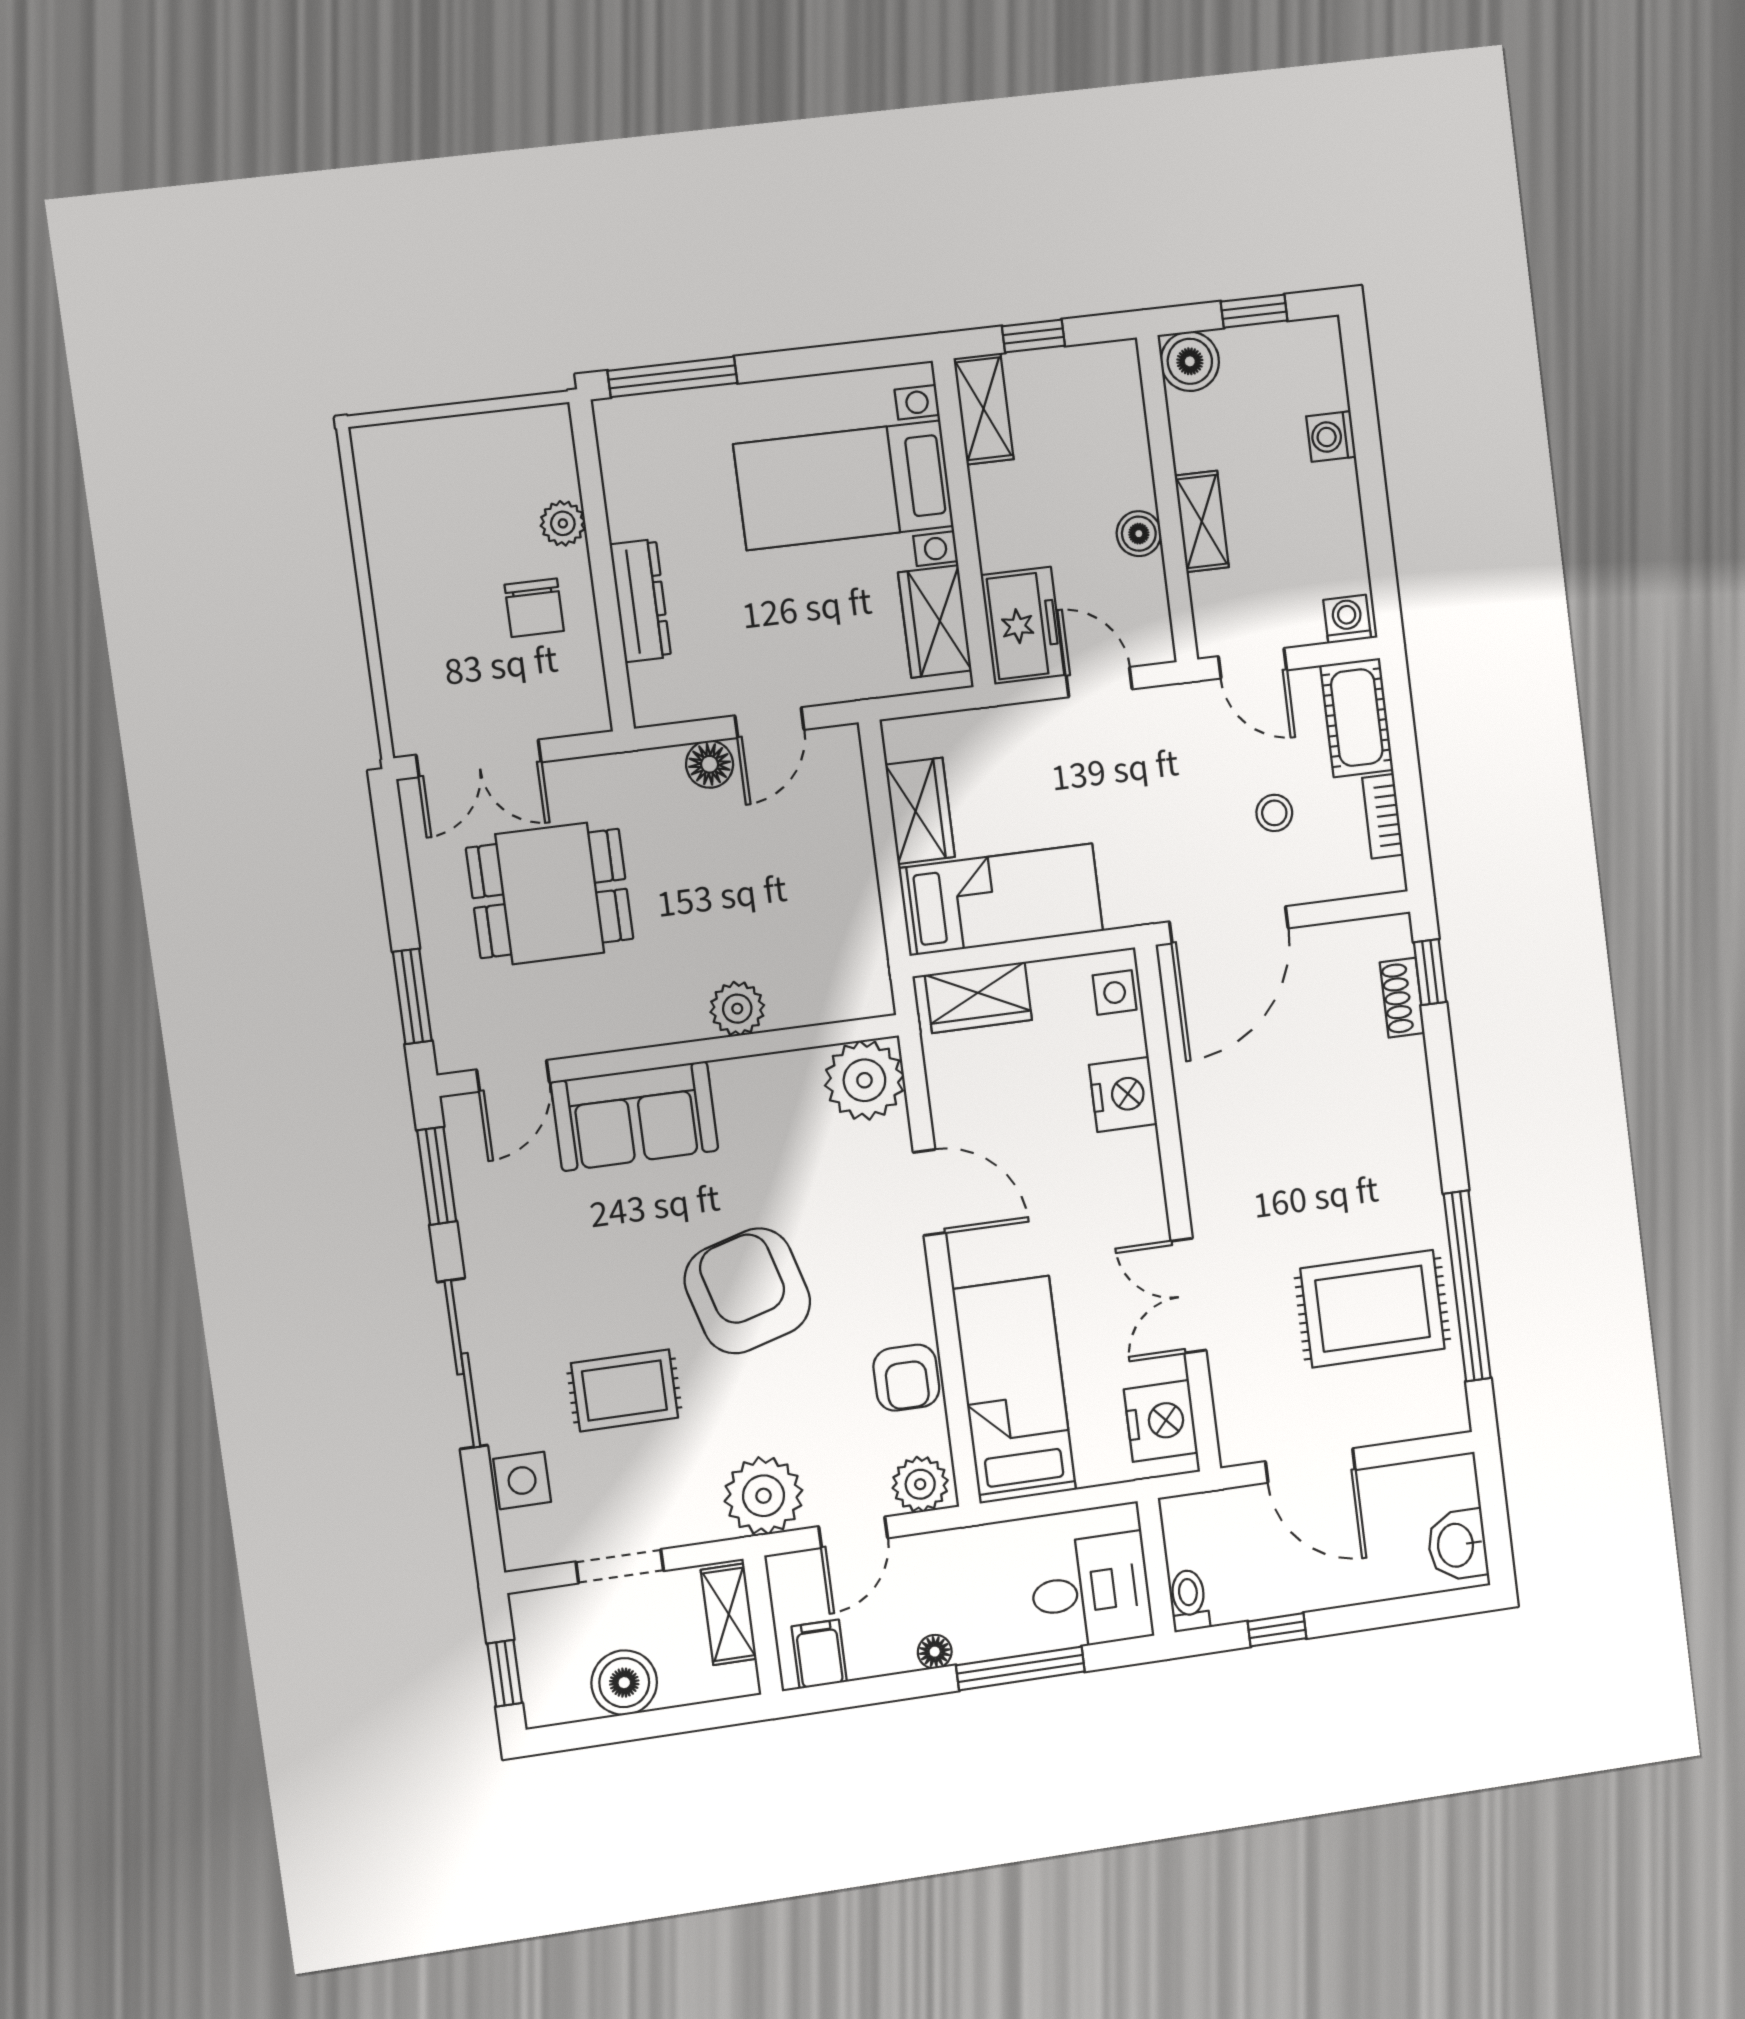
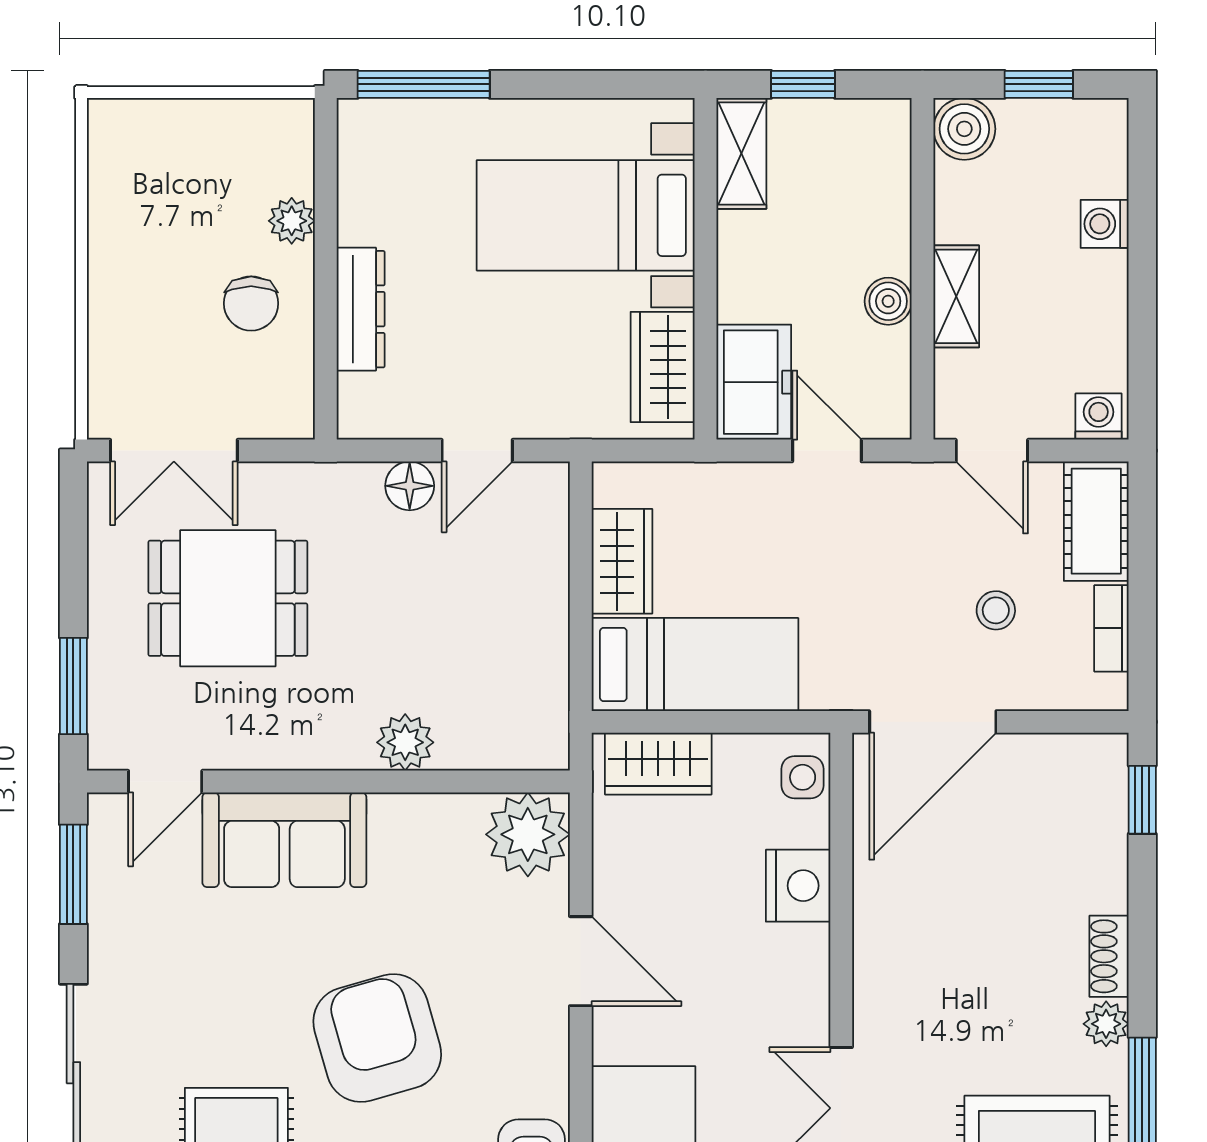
shoe rack: (1402, 998) -> (1109, 956), moved
plant: (1422, 1184) -> (1106, 1024), added

